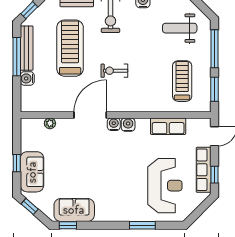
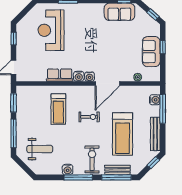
window: (17, 57) -> (163, 109), moved
water cooler: (27, 78) -> (155, 100), moved
treadmill: (182, 81) -> (58, 109), moved
row of seats: (168, 126) -> (60, 75), moved
row of seats: (204, 170) -> (22, 42), removed
sofa: (32, 172) -> (151, 52), moved

